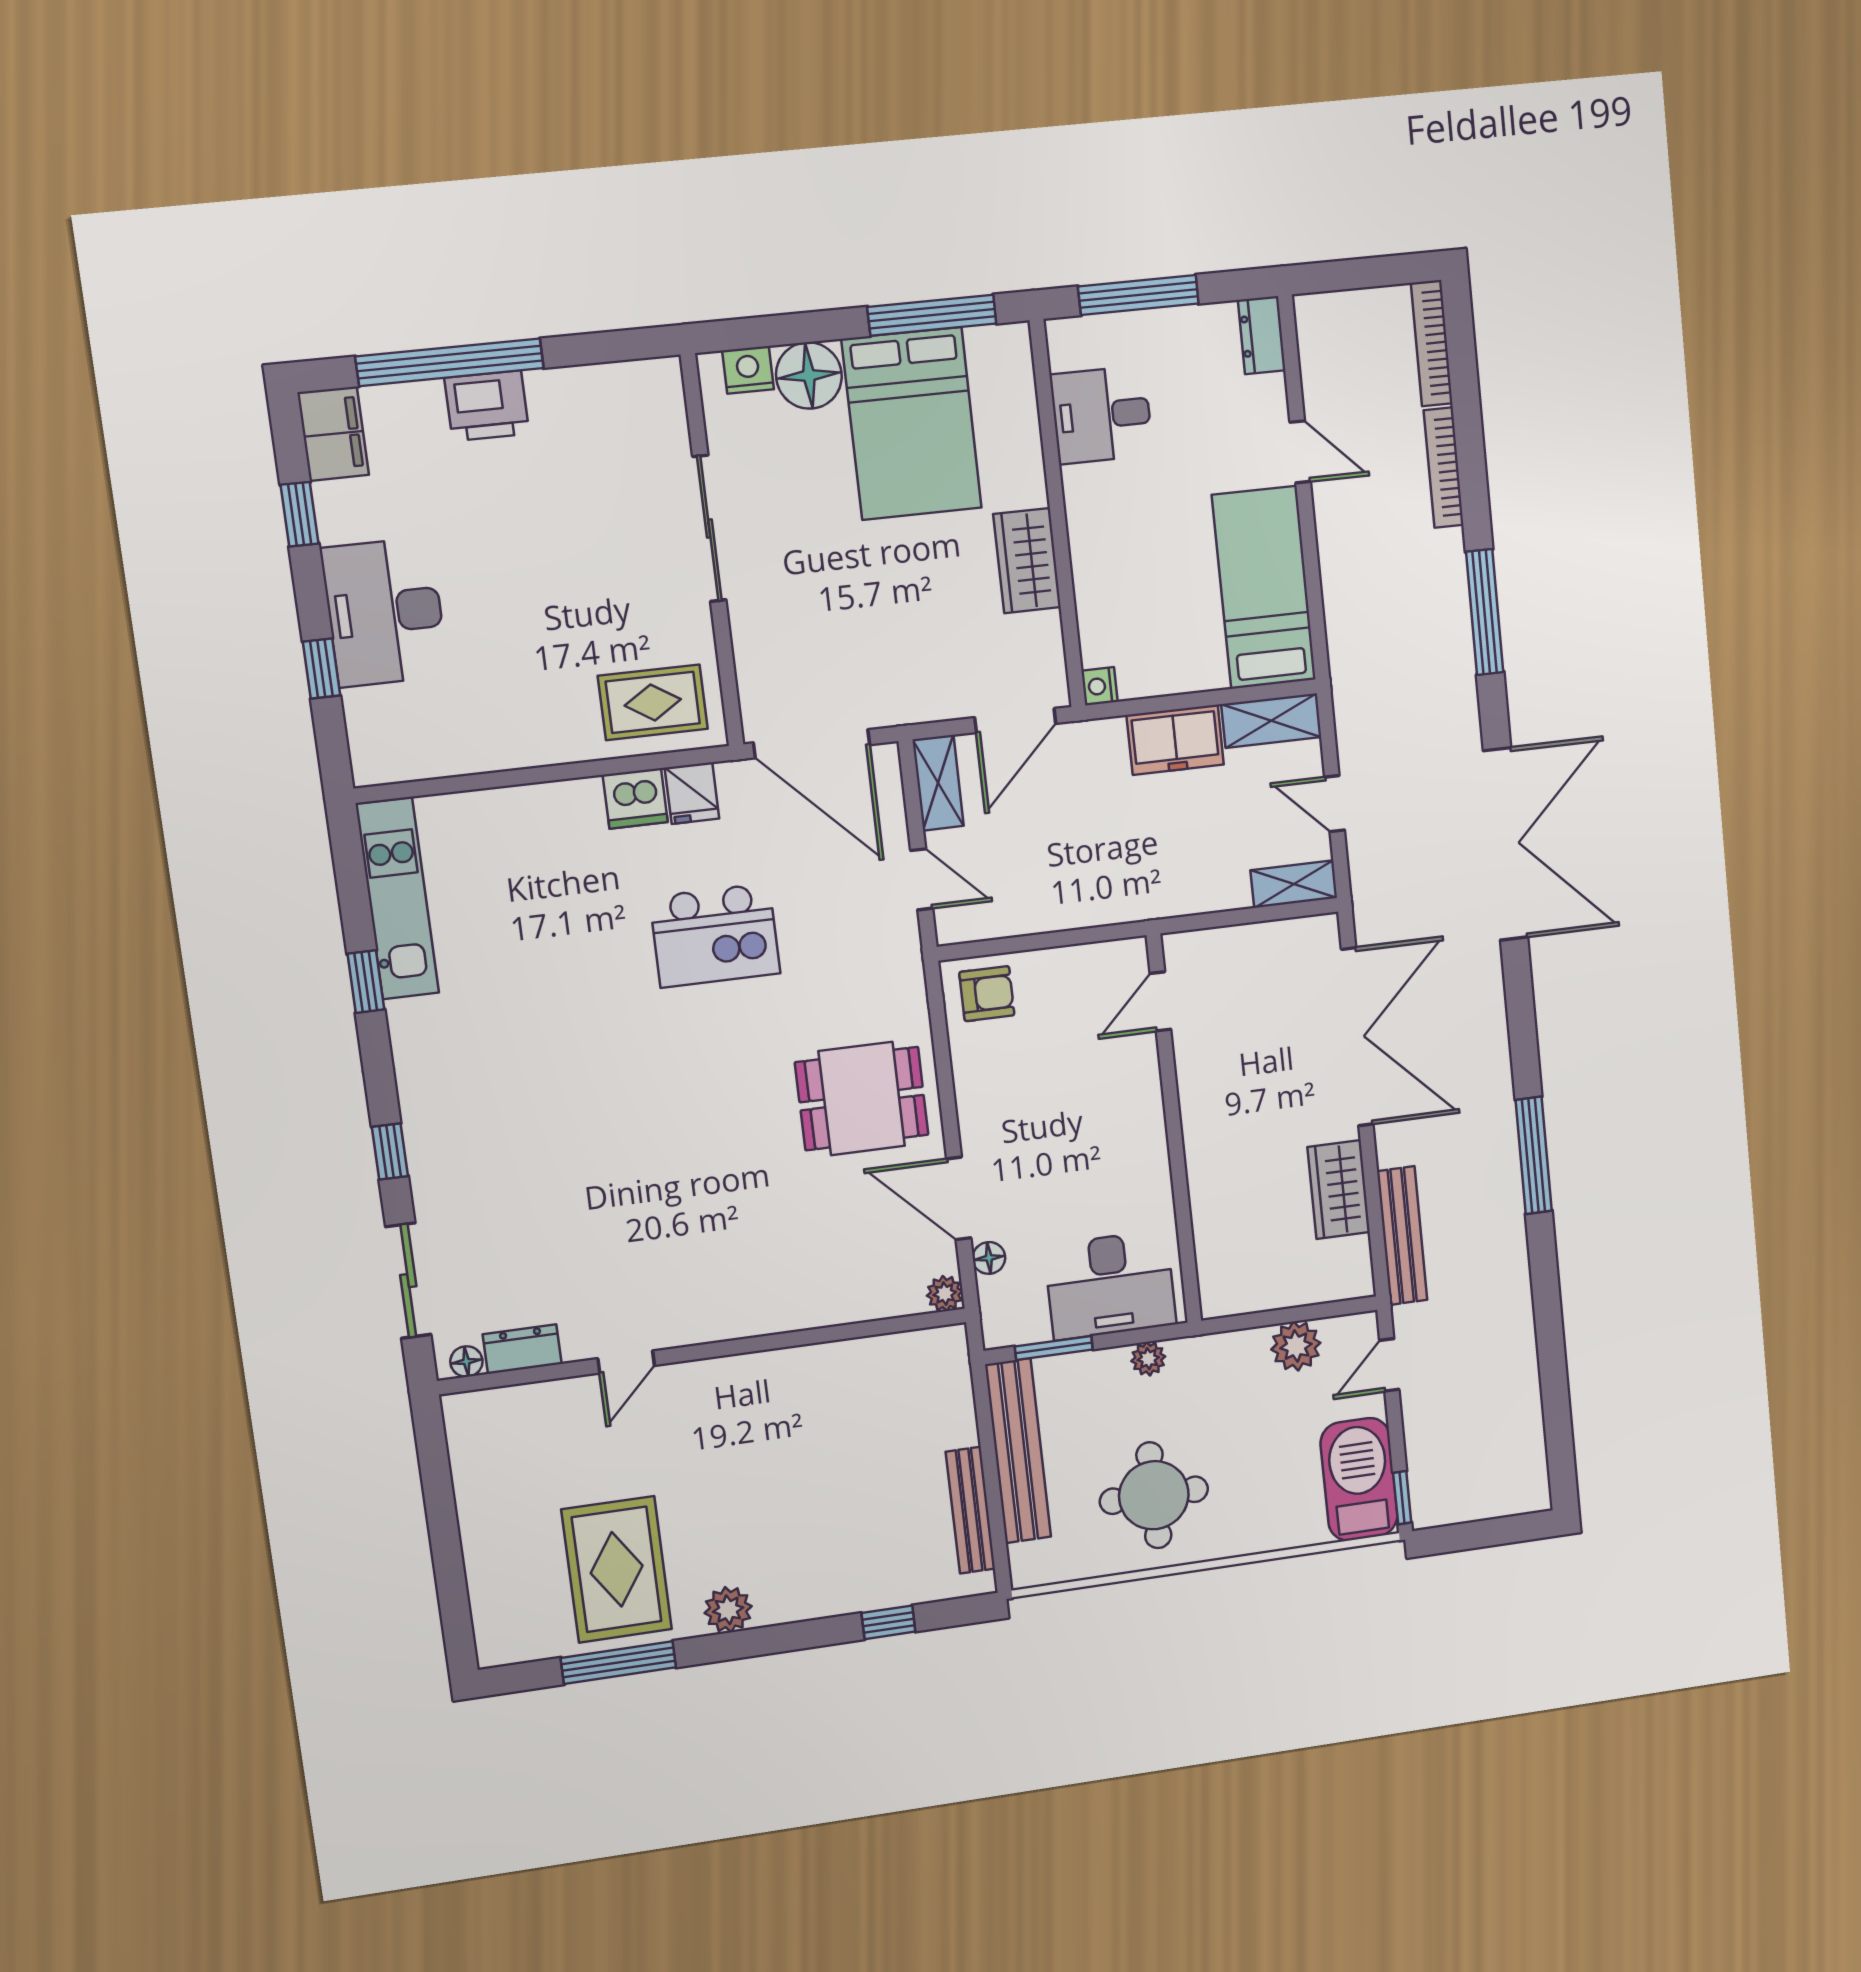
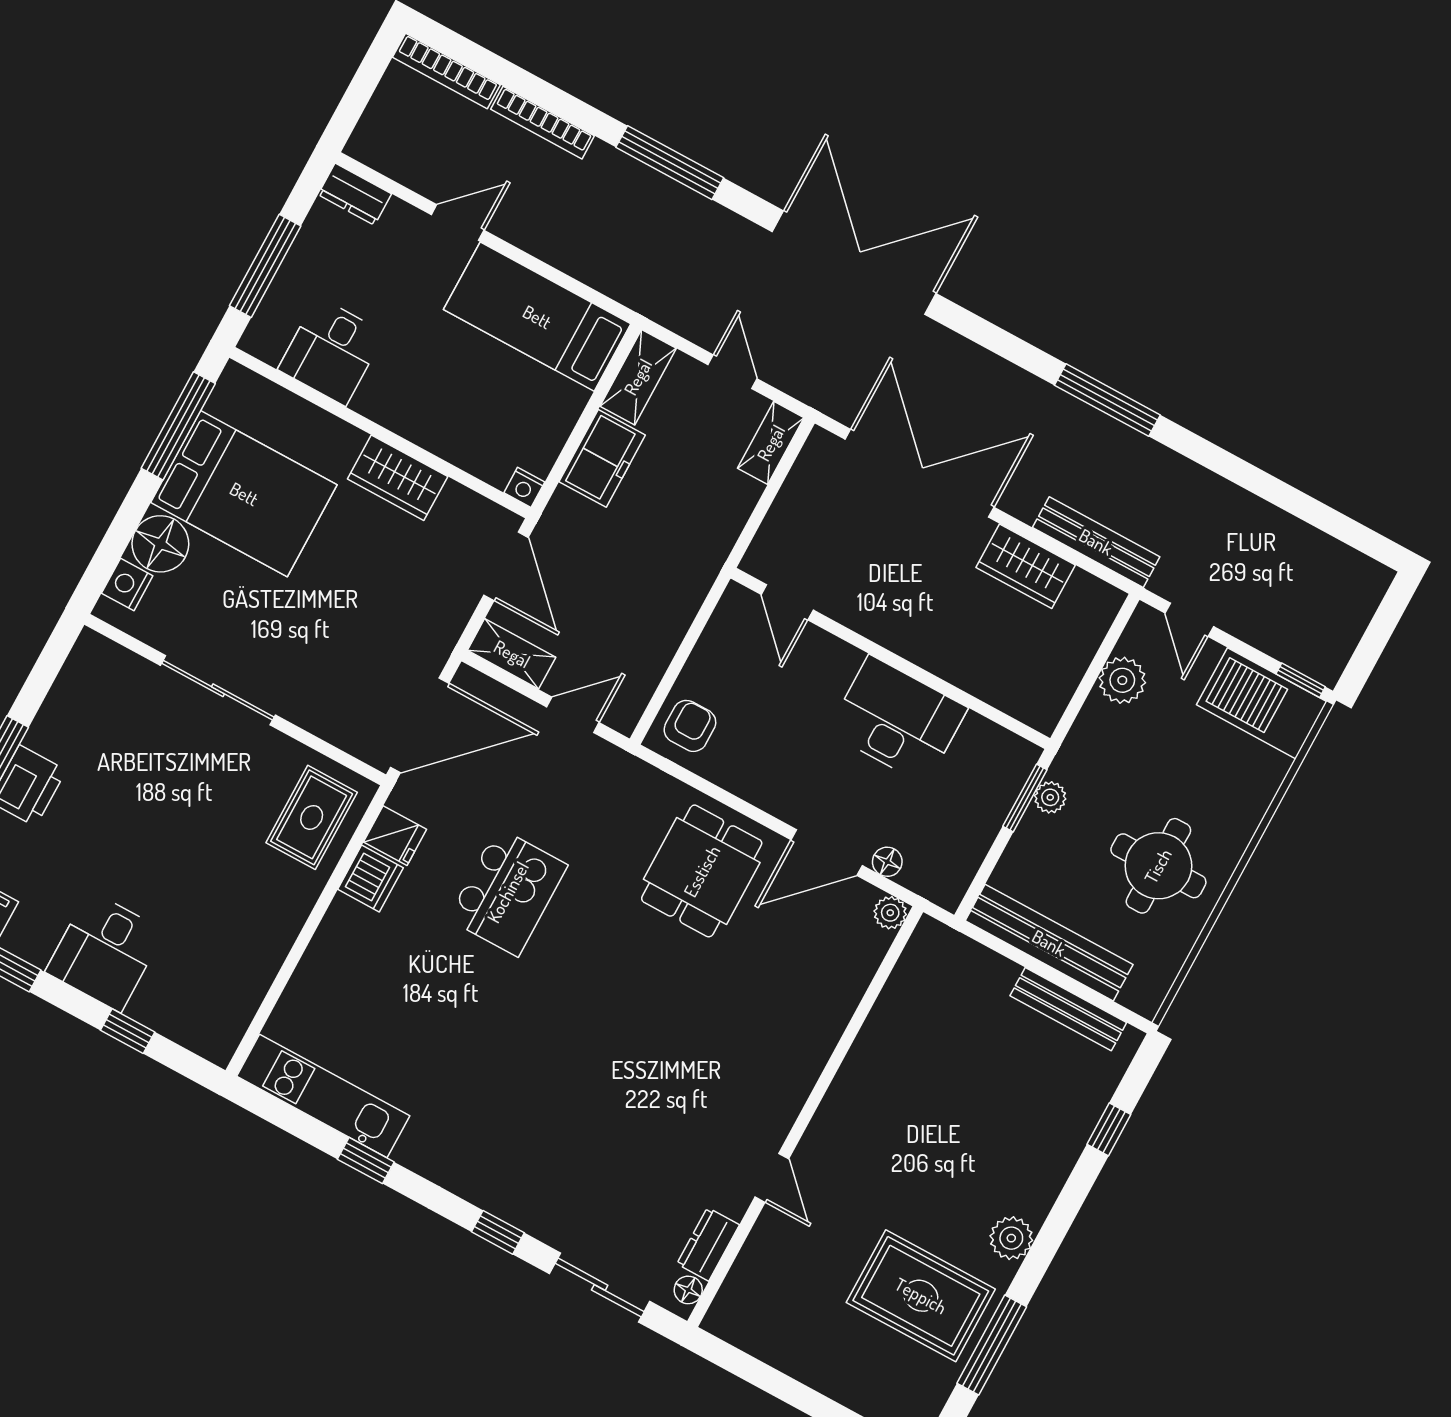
desk: (385, 612) -> (105, 952), width x0.73
door: (1335, 804) -> (732, 372), swing flipped
desk: (1110, 1285) -> (897, 720), moved, turned -90
window: (1054, 1348) -> (1025, 798), moved

